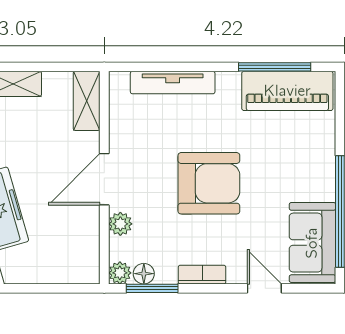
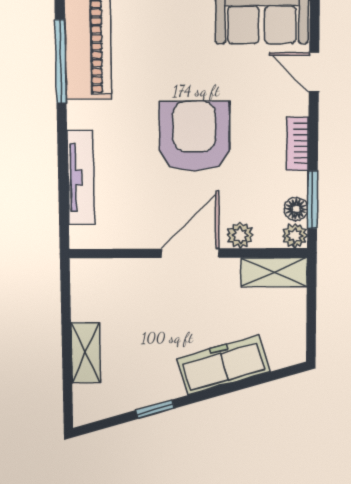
shelving: (87, 101) -> (274, 272), moved
door: (104, 179) -> (190, 253), swing flipped
door: (264, 288) -> (314, 72), hinge flipped

